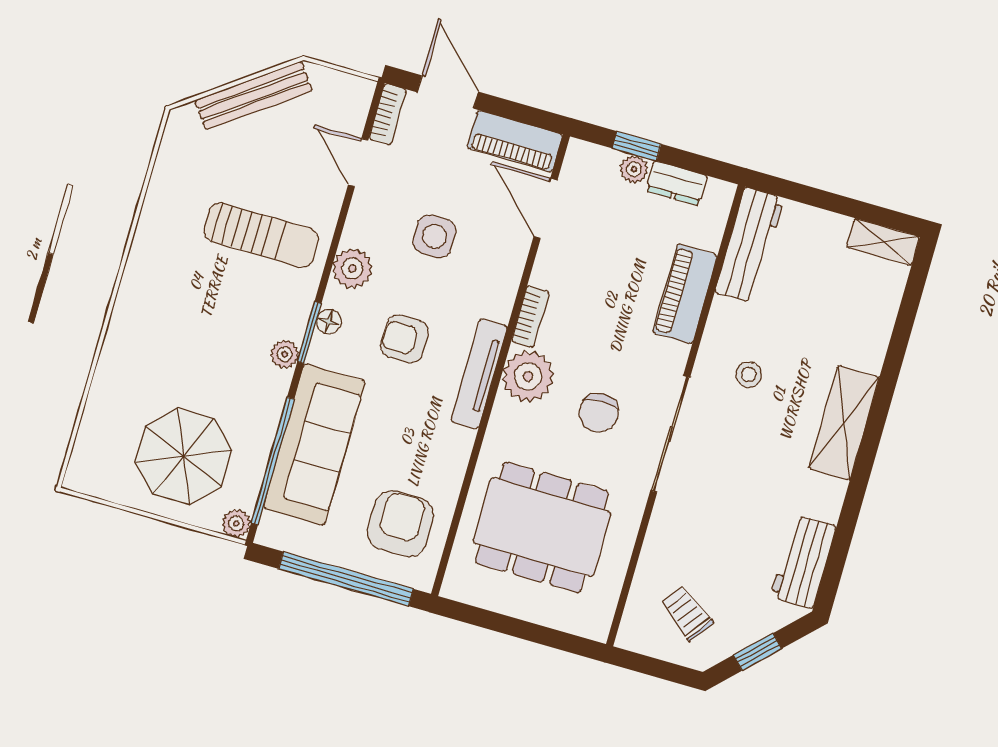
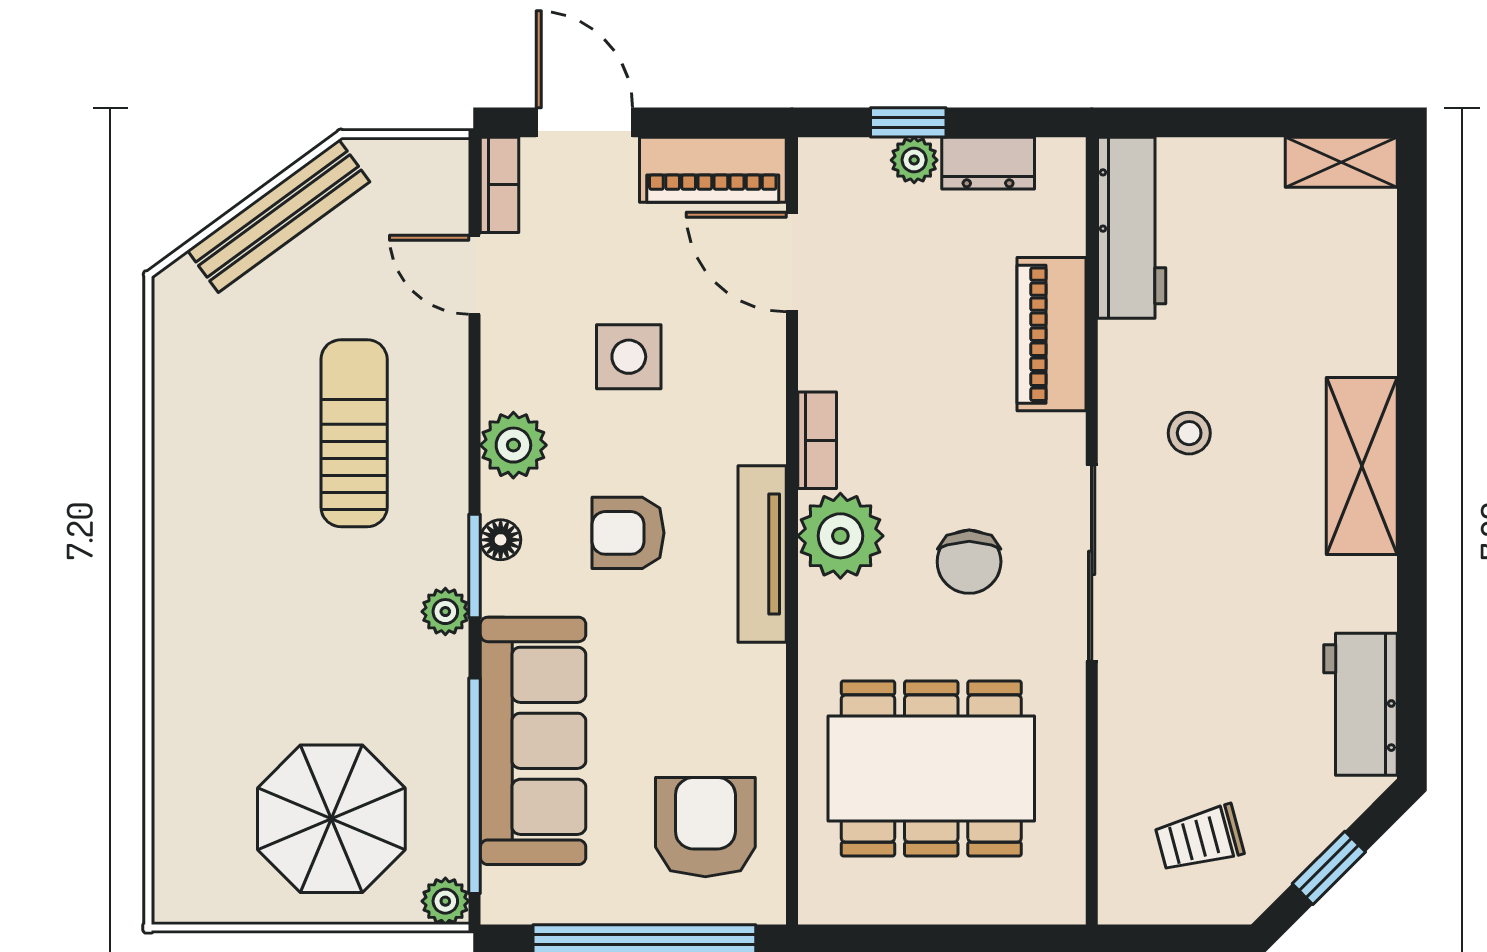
sun lounger: (261, 235) -> (354, 433), turned -90
trolley: (687, 613) -> (1199, 839), turned -51

